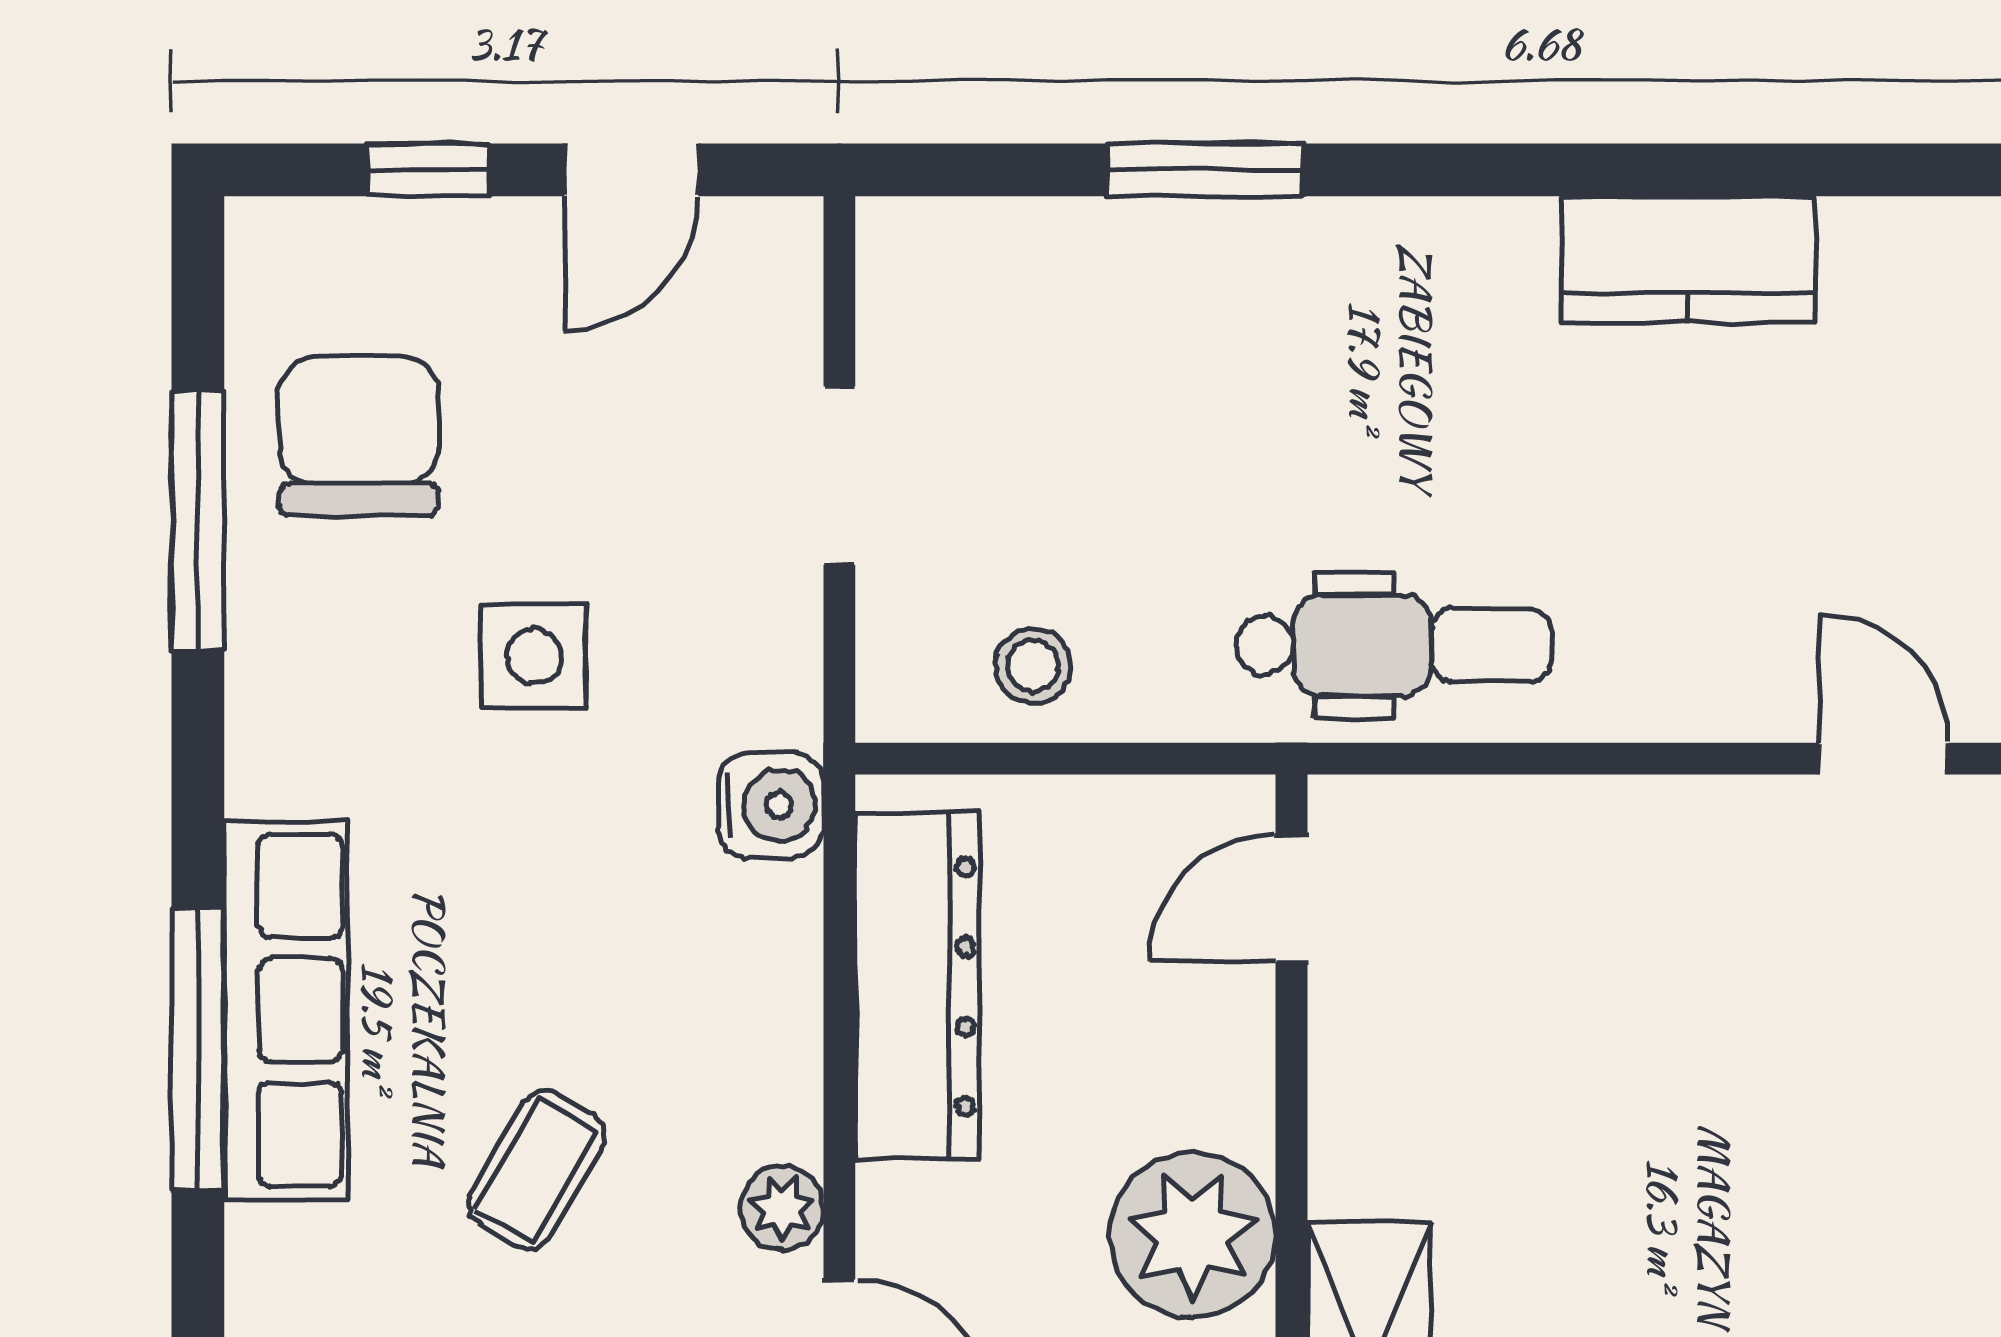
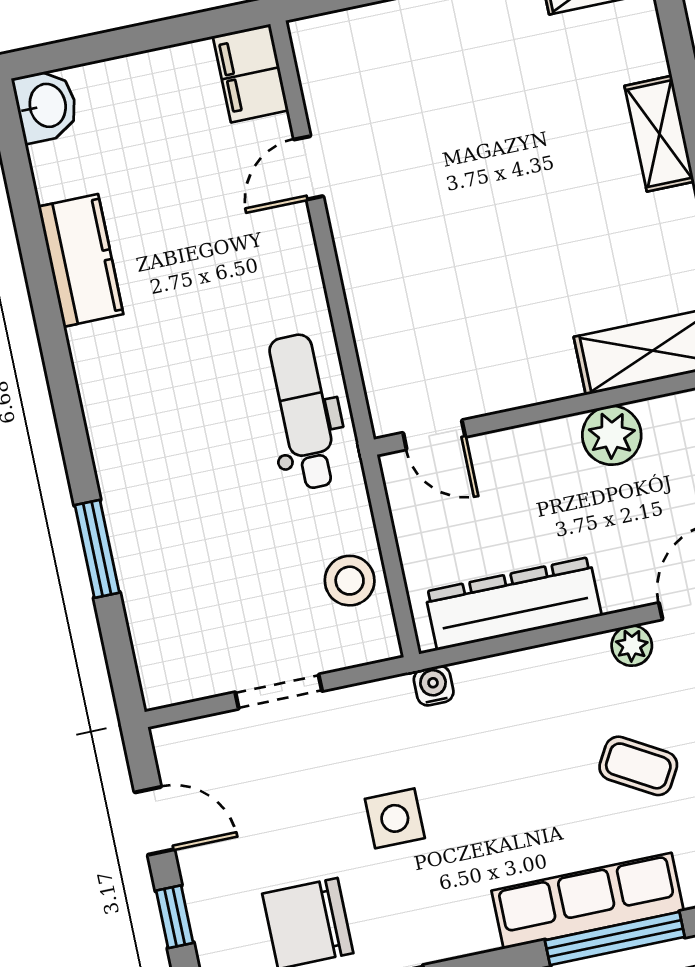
kitchen counter: (1688, 260) -> (81, 260), moved
stool: (1033, 666) -> (350, 581), width x1.37, depth x1.37
water cooler: (771, 805) -> (434, 686), width x0.72, depth x0.72
plant: (1193, 1235) -> (612, 435), width x0.73, depth x0.73

